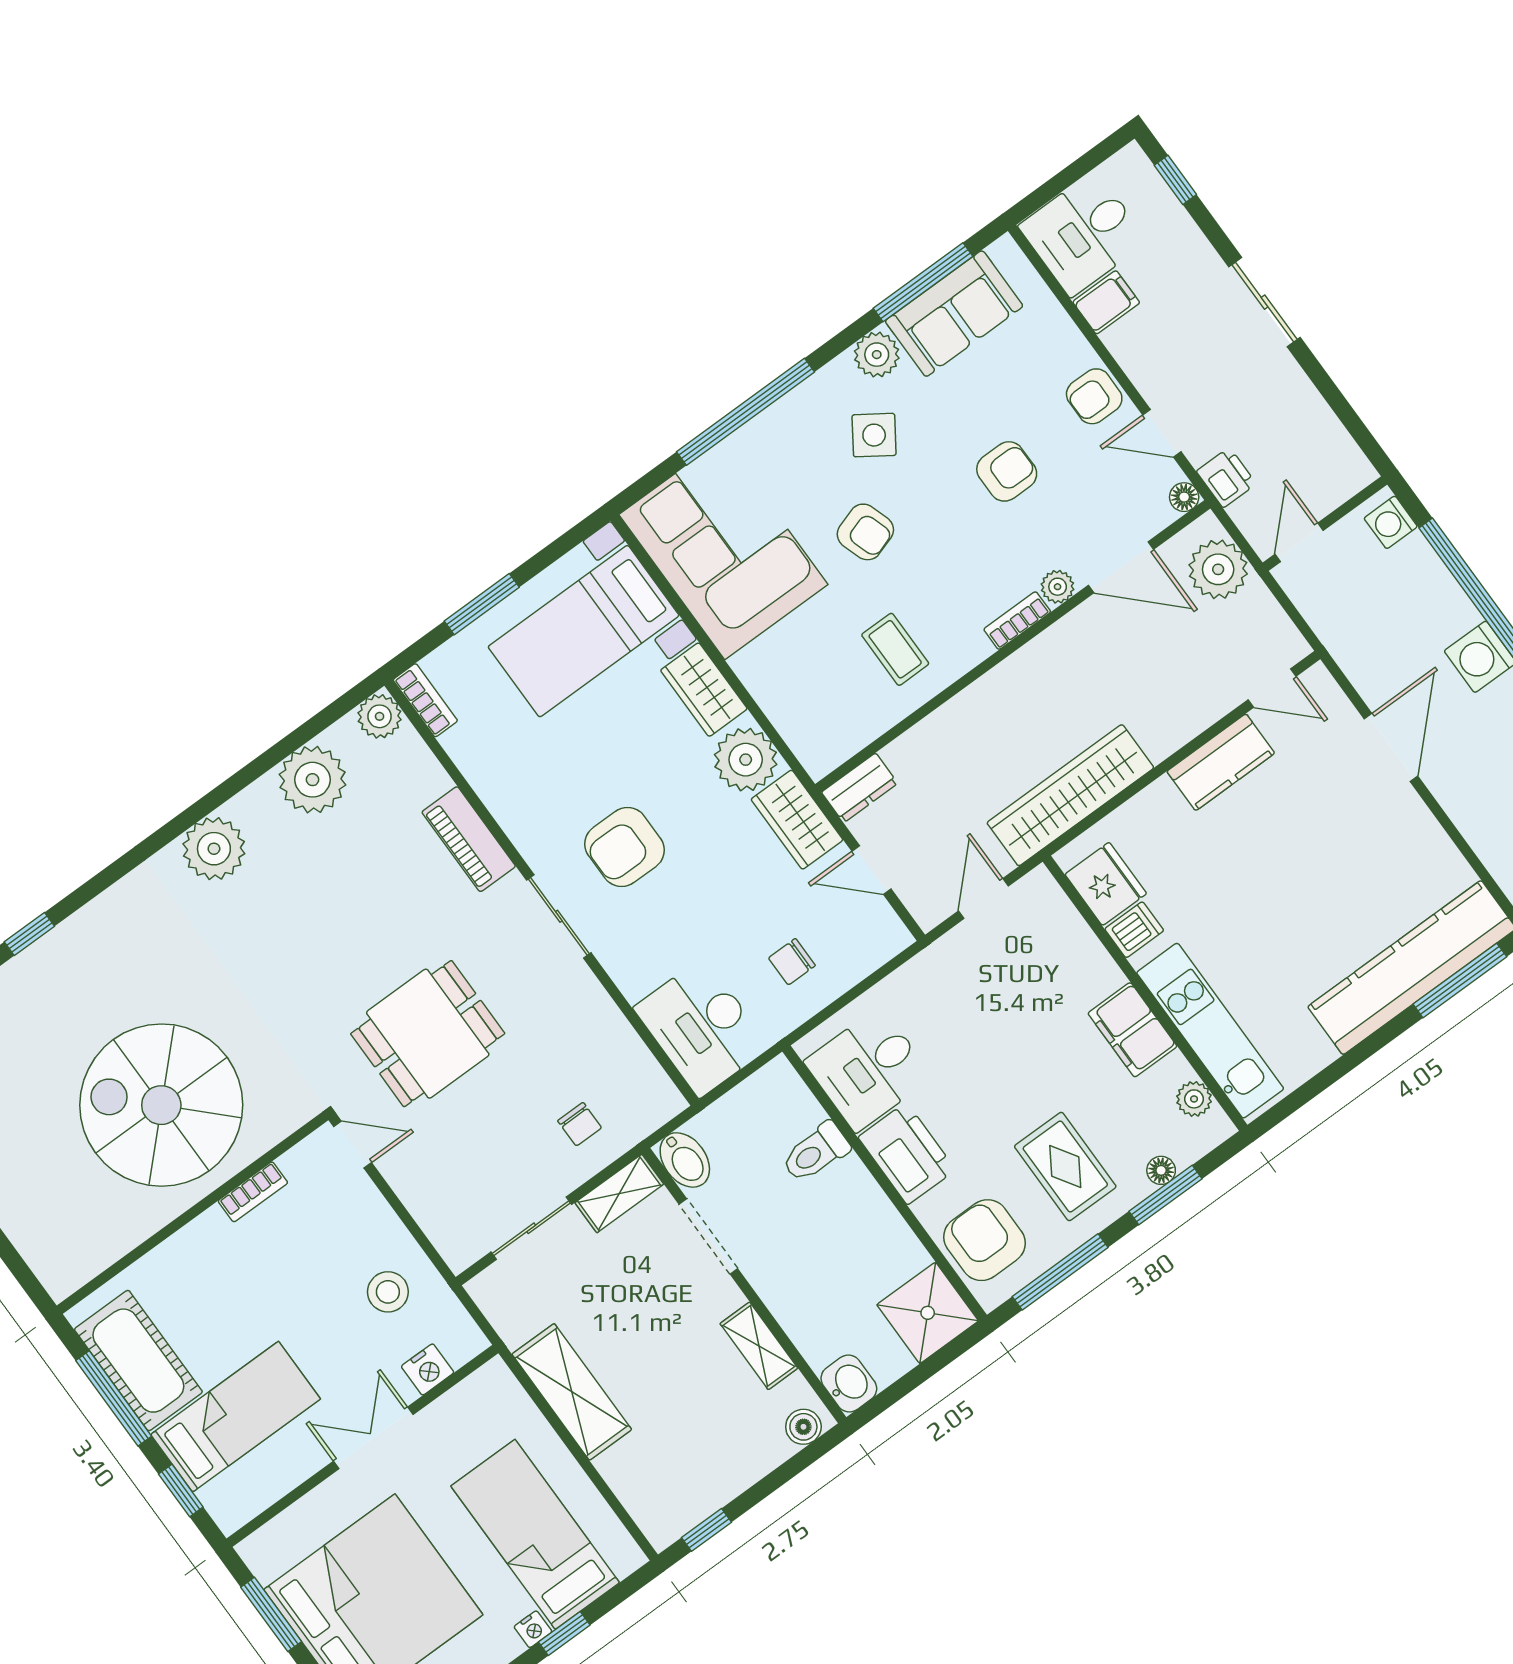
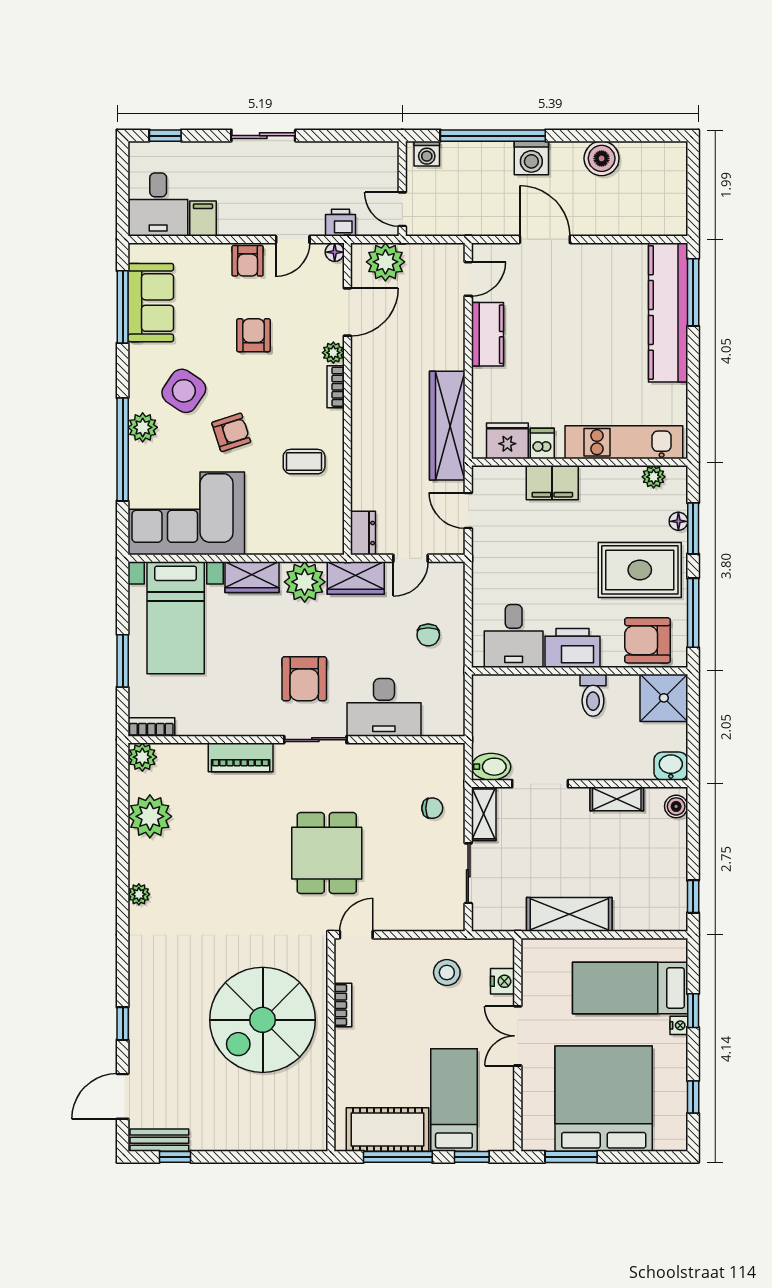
plant: (877, 355) -> (143, 427), moved
side table: (874, 435) -> (184, 391), width x1.37, depth x1.37
plant: (214, 849) -> (139, 894), width x0.53, depth x0.53
desk: (701, 1027) -> (384, 707), moved
filing cabinet: (1132, 1030) -> (552, 483), moved
toilet: (816, 1152) -> (593, 695), moved
rug: (1065, 1166) -> (640, 570), width x1.36, depth x1.43

